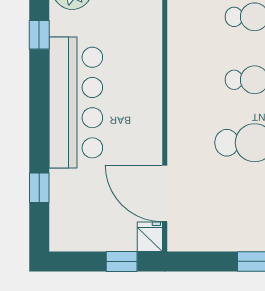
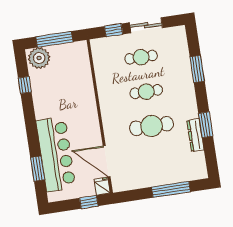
bar counter: (76, 103) -> (56, 154), moved
window: (39, 188) -> (38, 169), width x1.50

